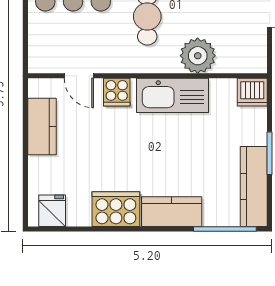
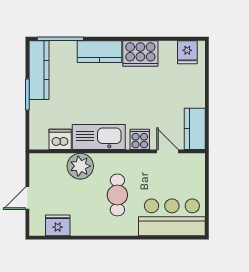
dishwasher: (252, 92) -> (60, 139), moved
kitchen counter: (42, 126) -> (195, 129), moved

